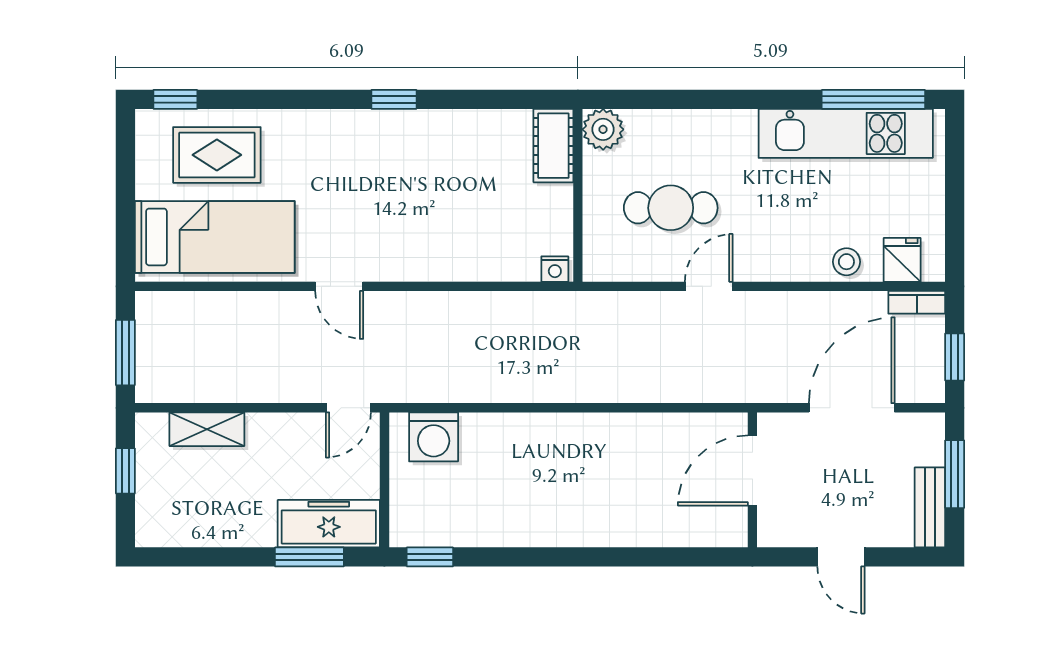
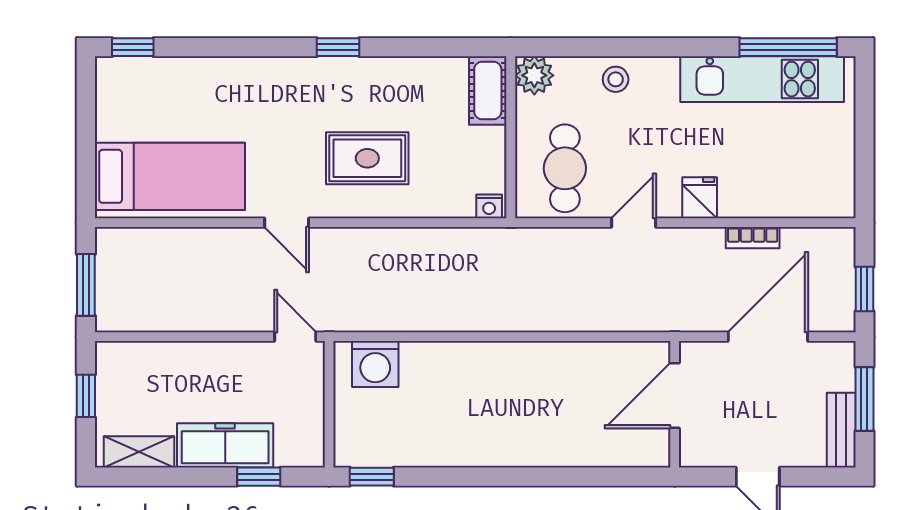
rug: (217, 155) -> (367, 158), moved
cafe table: (671, 208) -> (565, 168), moved, turned 90
fridge: (902, 260) -> (700, 198), moved
stool: (846, 262) -> (616, 79), moved
bookcase: (917, 302) -> (753, 238), moved
door: (348, 408) -> (295, 337), swing flipped
shelving: (207, 429) -> (139, 452), moved
freezer: (329, 524) -> (225, 445), moved
window: (309, 557) -> (259, 477), width x0.67

